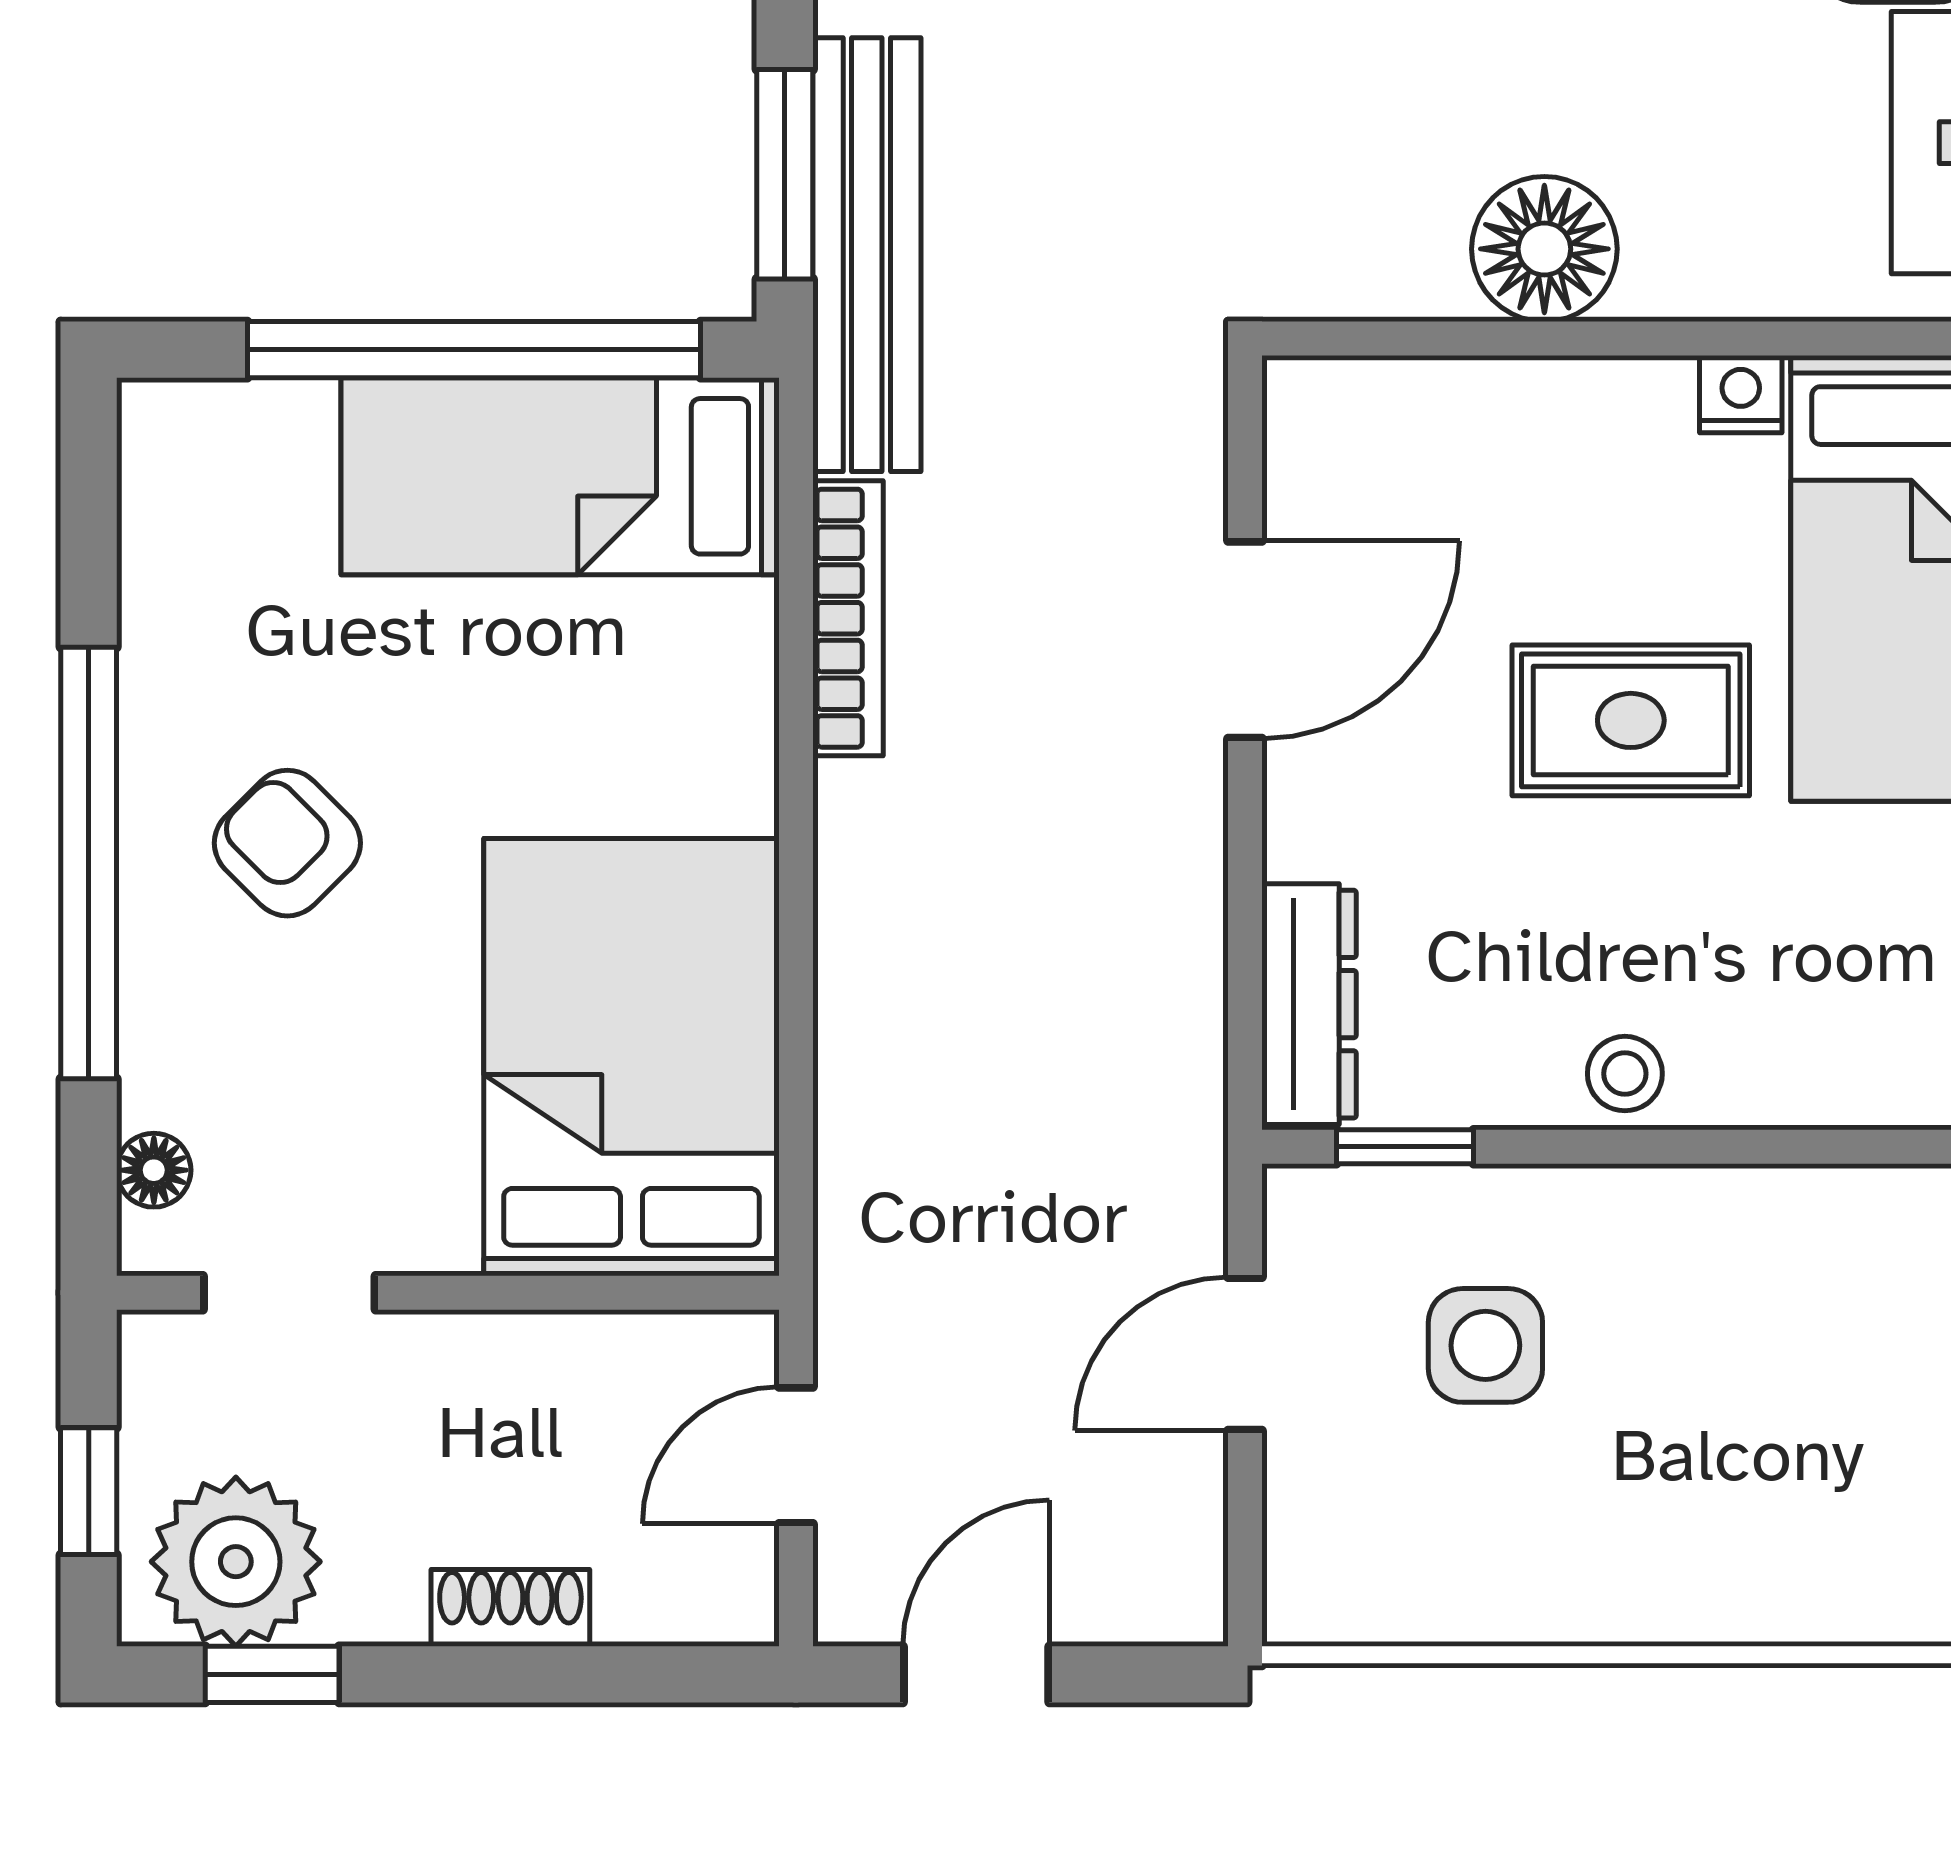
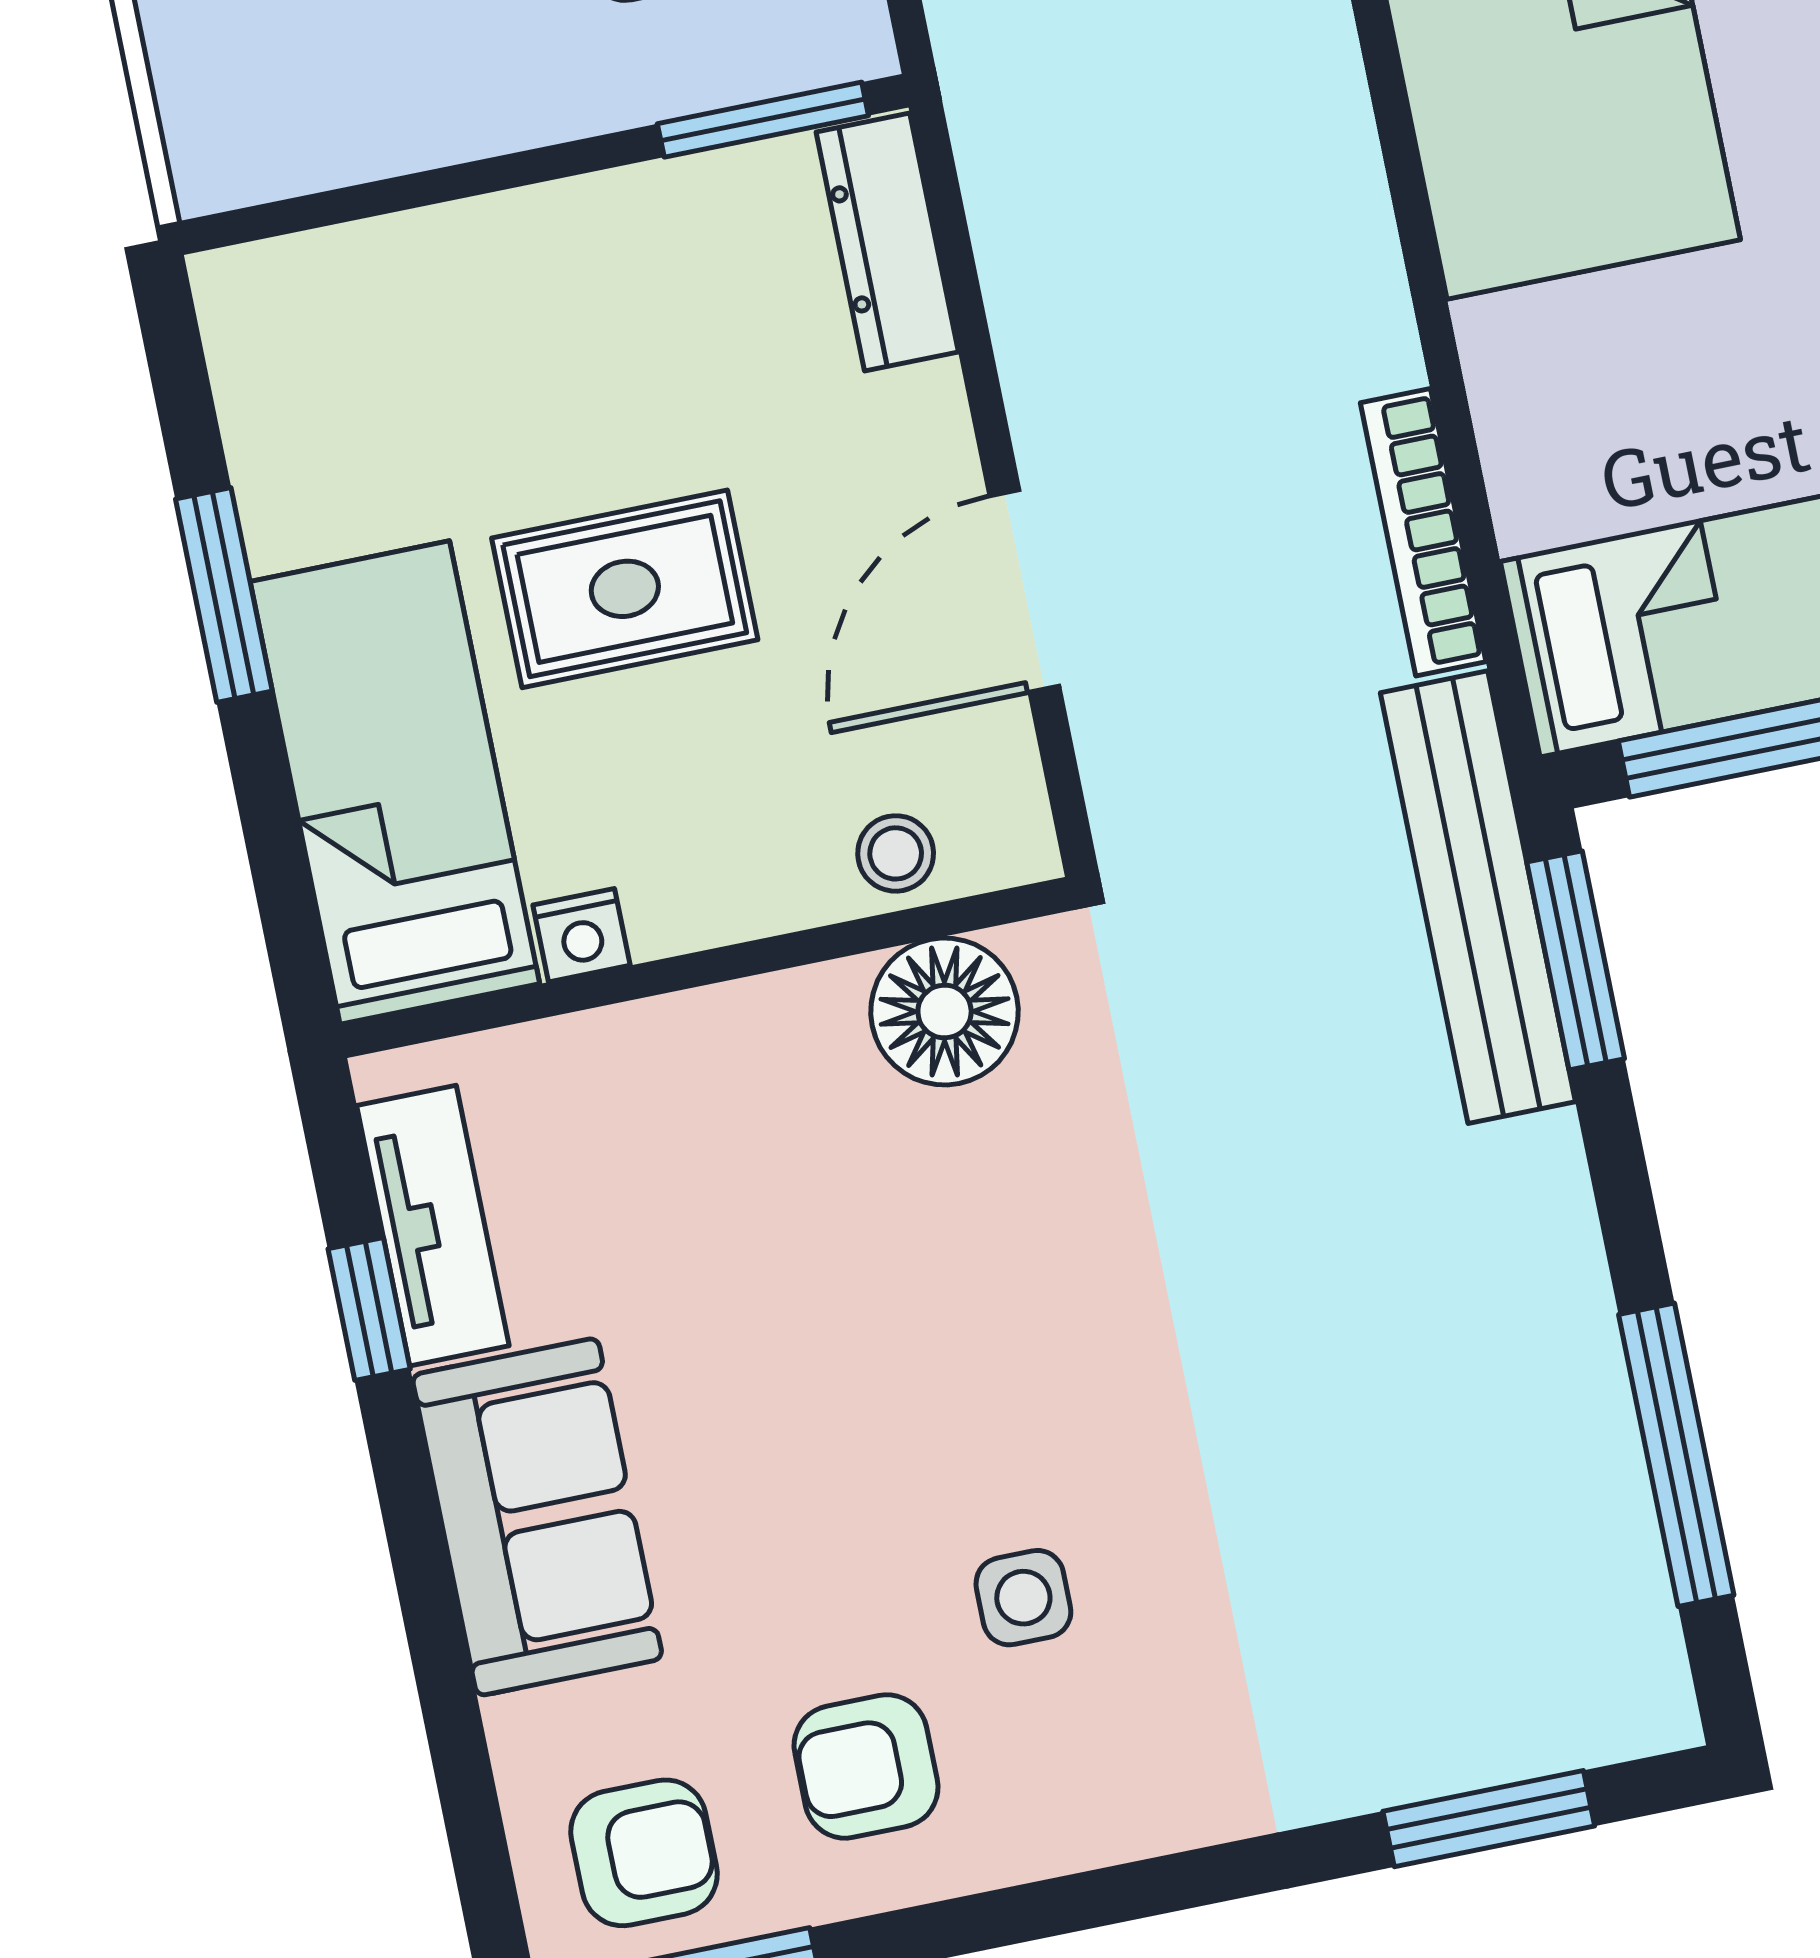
floor lamp: (1544, 249) -> (945, 1012), moved
stool: (1625, 1074) -> (896, 853), moved
window: (1405, 1147) -> (763, 120), width x1.50

